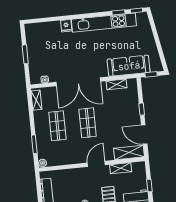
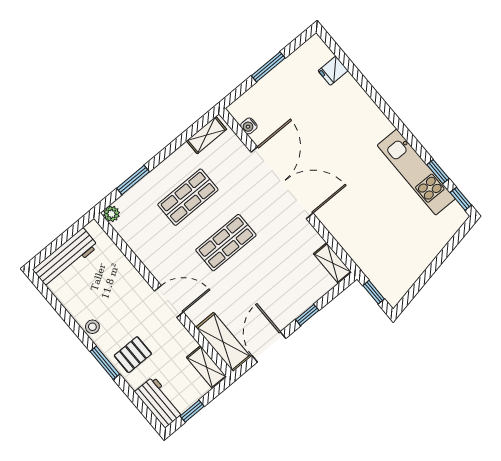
kitchen unit: (104, 23) -> (416, 172), width x0.73
fridge: (66, 26) -> (333, 71), moved
sofa: (129, 66) -> (363, 246), removed
double door: (78, 82) -> (282, 183), swing flipped
shelving: (117, 84) -> (333, 263), moved
shelving: (121, 168) -> (207, 367), moved

